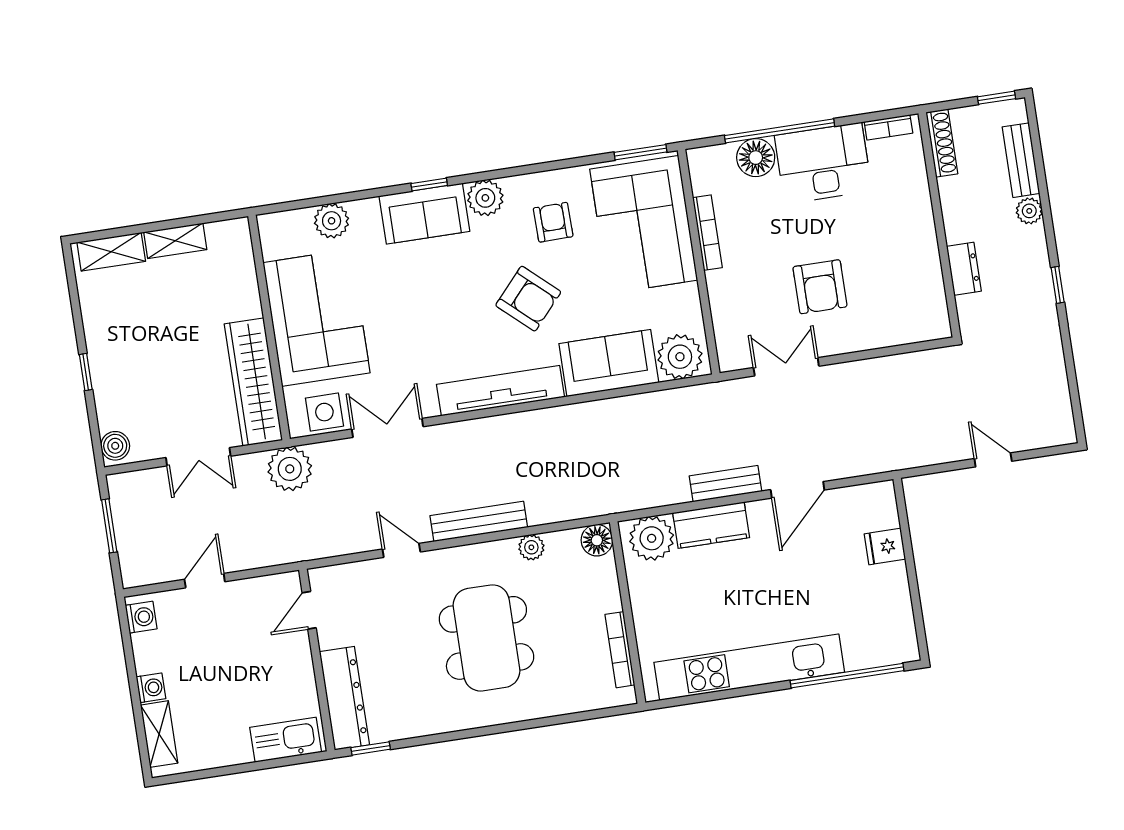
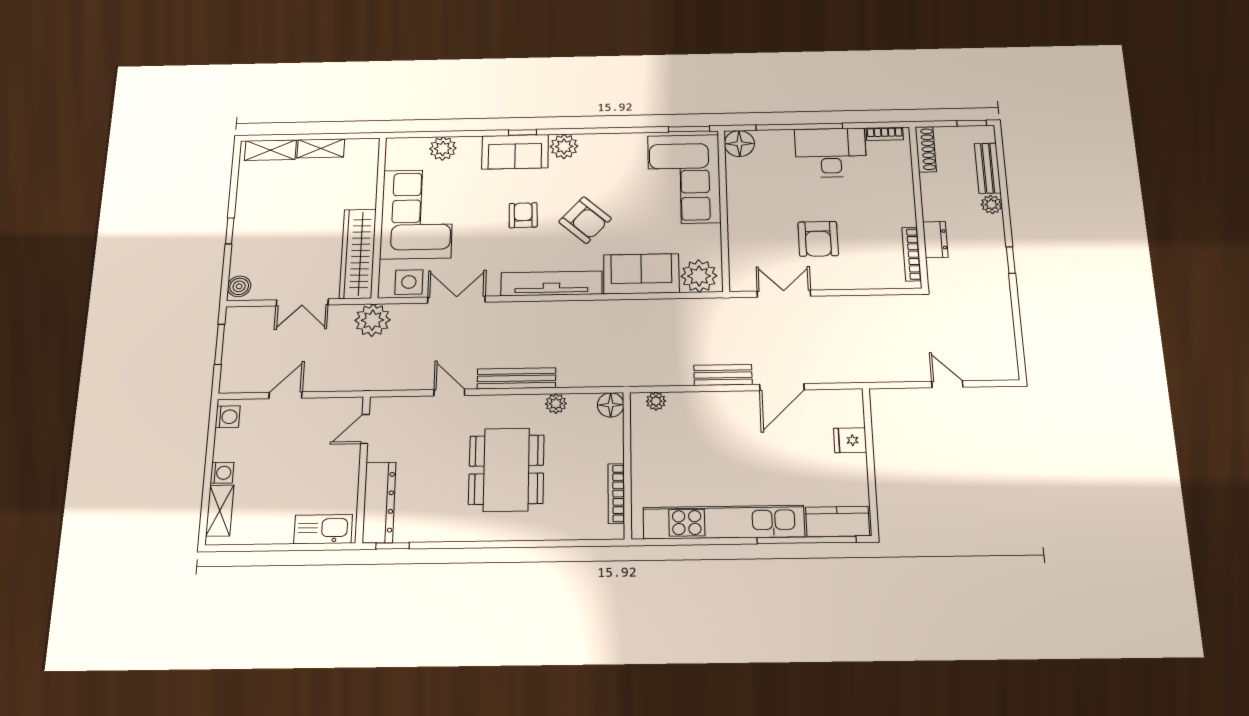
floor lamp: (756, 158) -> (739, 144), moved
armchair: (553, 222) -> (523, 215), moved
bookcase: (707, 233) -> (912, 254), moved, turned 180
kitchen counter: (711, 525) -> (838, 521), moved, turned 180
plant: (652, 538) -> (656, 401), width x0.53, depth x0.53

